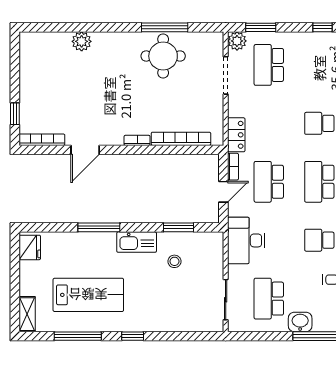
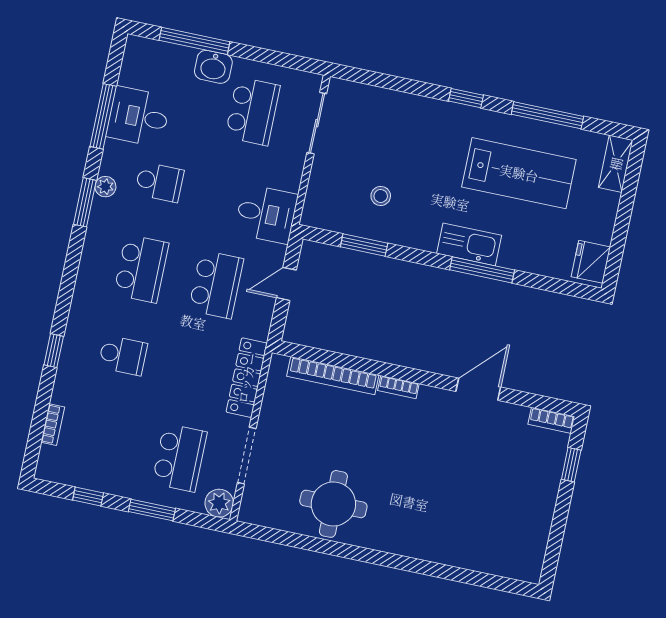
window: (165, 27) -> (322, 546), removed
window: (261, 27) -> (152, 510), moved
plant: (82, 41) -> (450, 551), removed
locker: (236, 135) -> (247, 378), width x1.53
bookcase: (42, 140) -> (551, 420), width x0.64
bookcase: (233, 167) -> (264, 318), removed
desk: (246, 240) -> (266, 214), width x0.73
kitchen sink: (137, 242) -> (469, 244), moved
lab bench: (88, 295) -> (519, 173), turned 180

